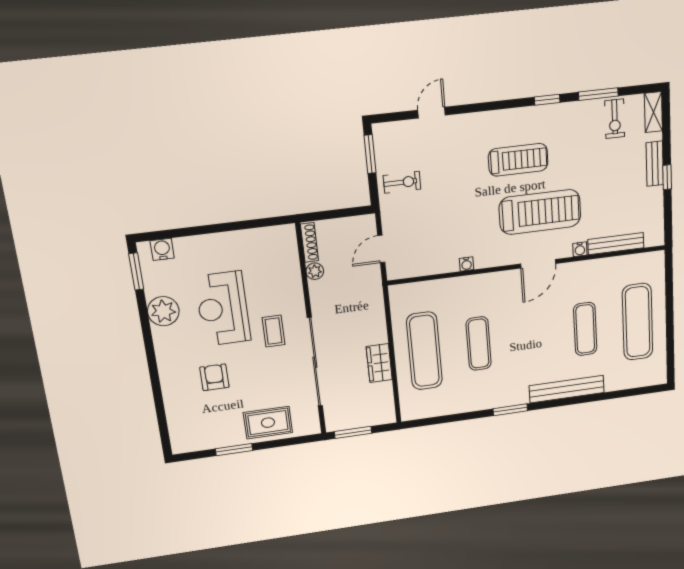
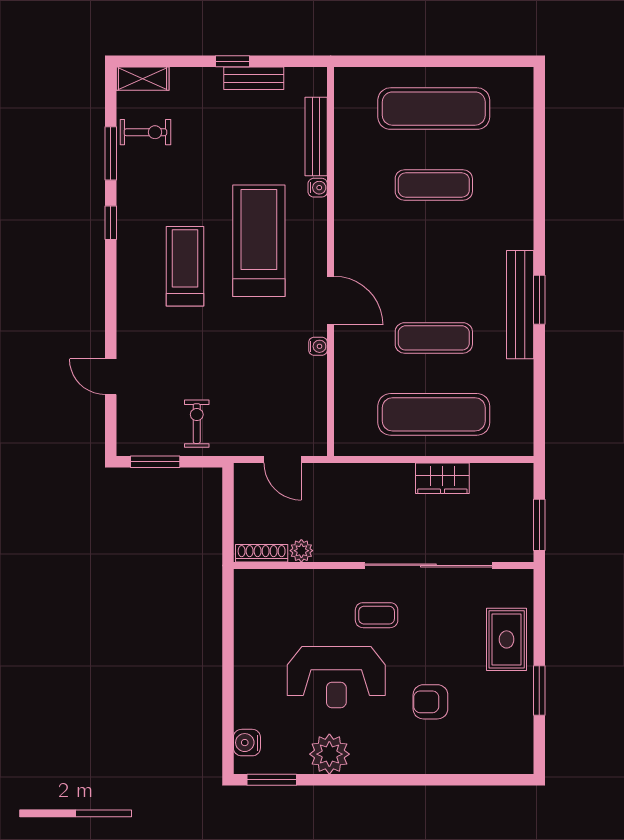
bench: (655, 164) -> (254, 78), moved
door: (538, 264) -> (331, 300), moved
bench: (567, 389) -> (520, 305), moved

